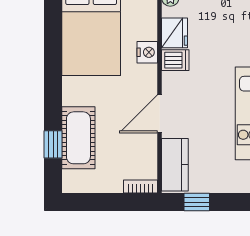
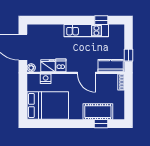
nightstand: (147, 52) -> (46, 79), moved

